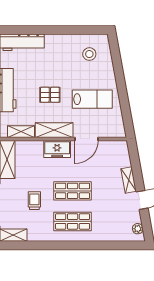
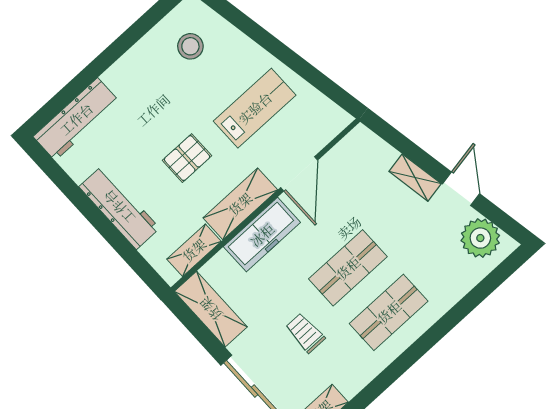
freezer: (57, 149) -> (262, 235), width x1.40
plant: (138, 229) -> (480, 238), width x1.88, depth x1.88

